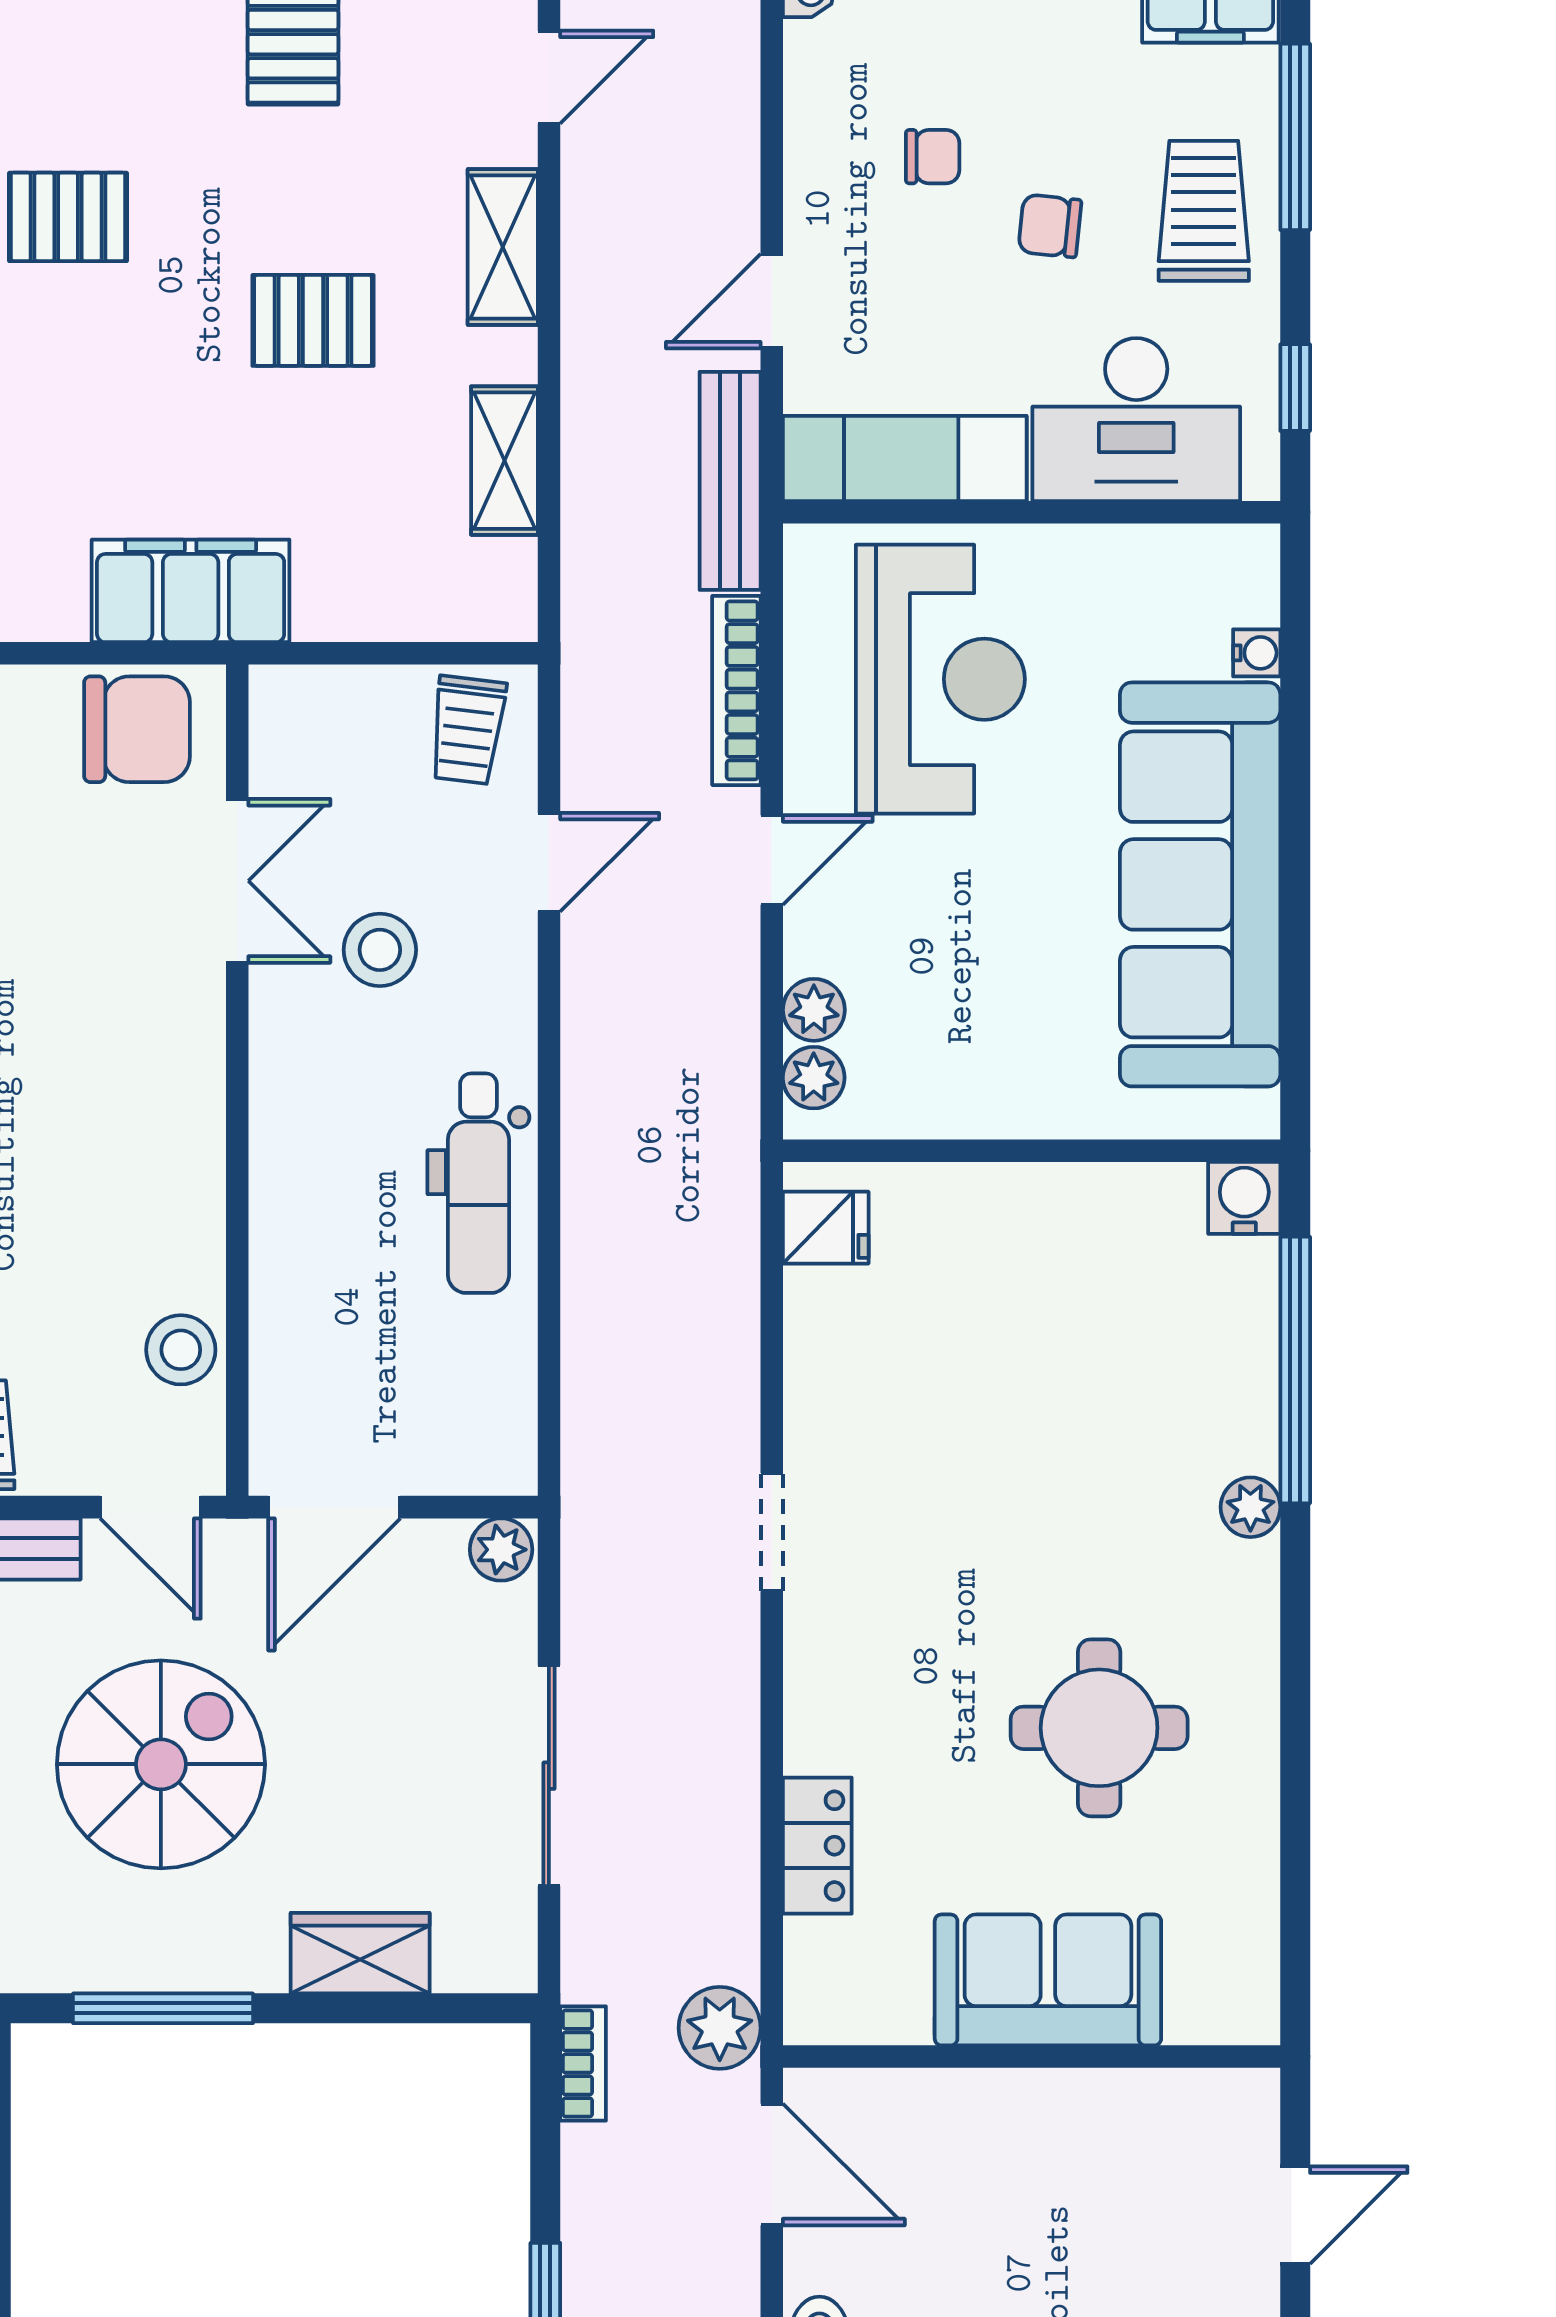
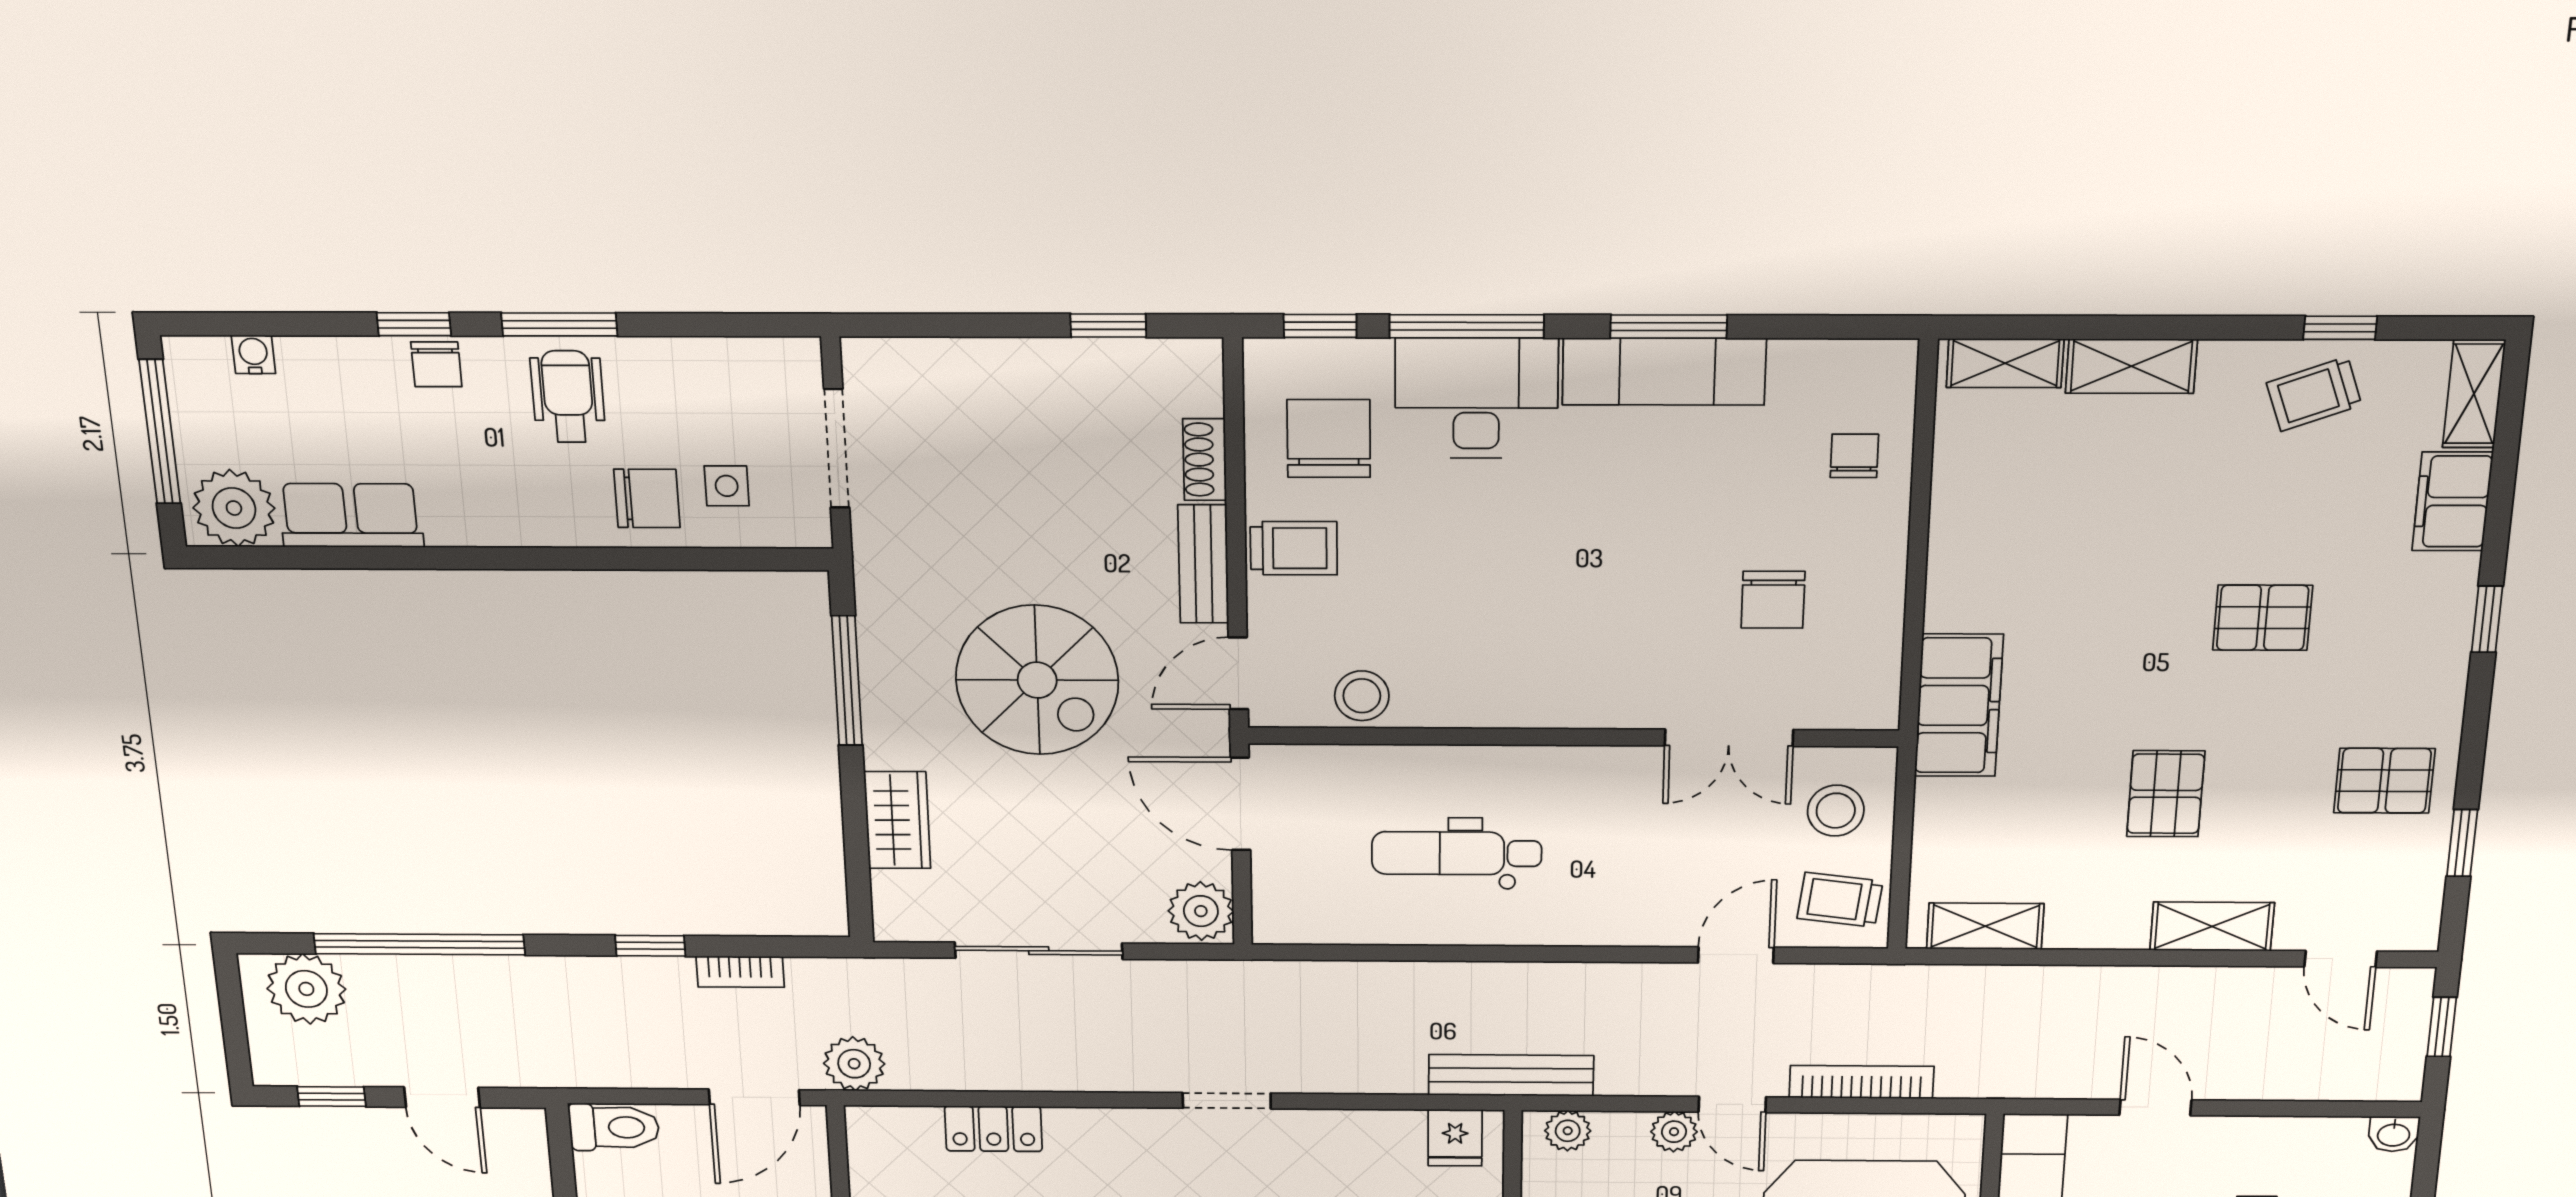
pallet: (68, 217) -> (2263, 618), turned 90
shelving: (504, 461) -> (1985, 926), moved
bench: (730, 481) -> (1511, 1075), moved
chair: (137, 729) -> (1773, 600), moved, width x0.73, depth x0.73
door: (549, 862) -> (1736, 955), swing flipped
stool: (380, 950) -> (1836, 811), moved
plant: (814, 1010) -> (1674, 1132), moved
dental chair: (478, 1183) -> (1457, 853), moved
plant: (501, 1550) -> (1201, 911), width x1.38, depth x1.38
bookcase: (583, 2063) -> (740, 972), moved

